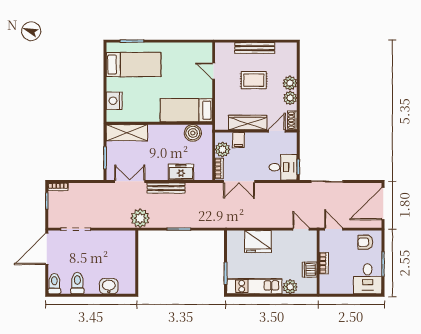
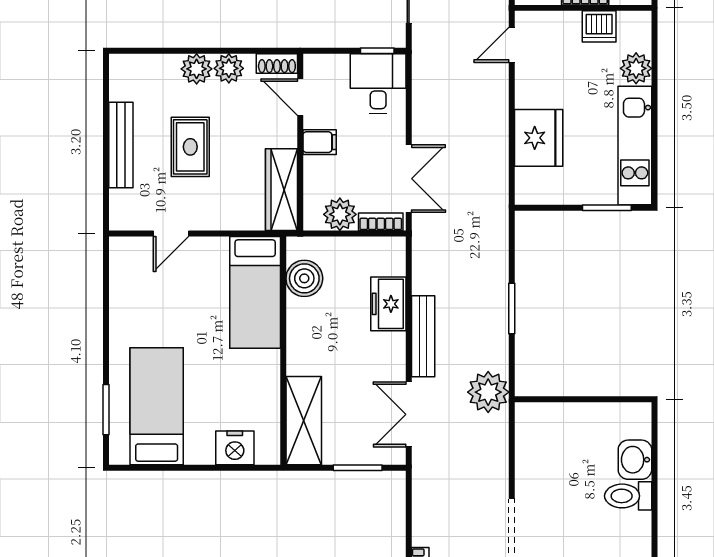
wardrobe: (248, 122) -> (282, 190), moved
filing cabinet: (239, 140) -> (320, 142), moved
toilet: (77, 283) -> (628, 496), moved

